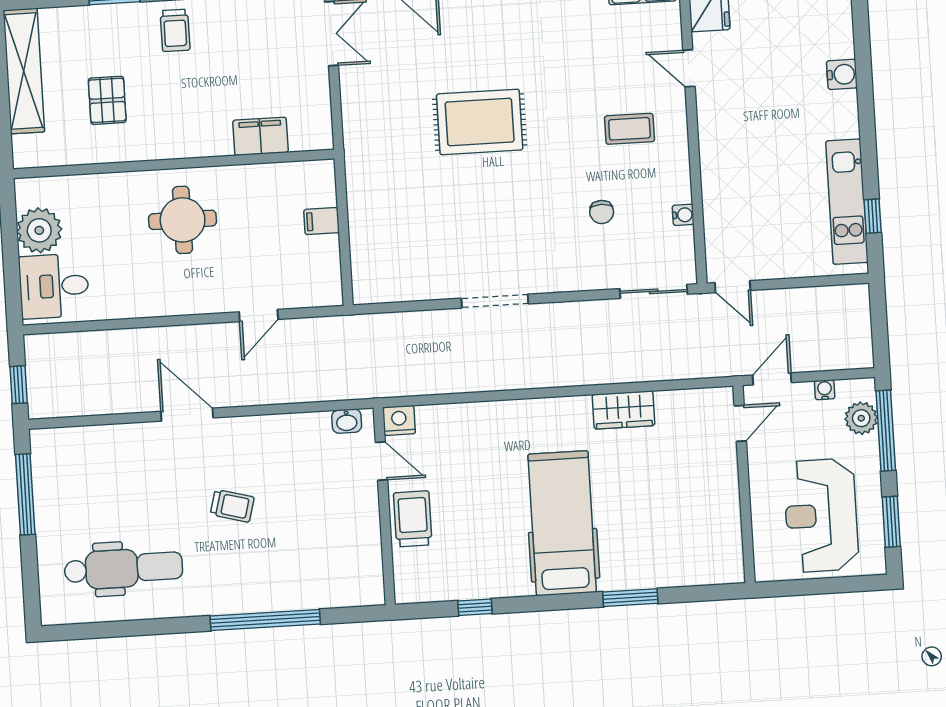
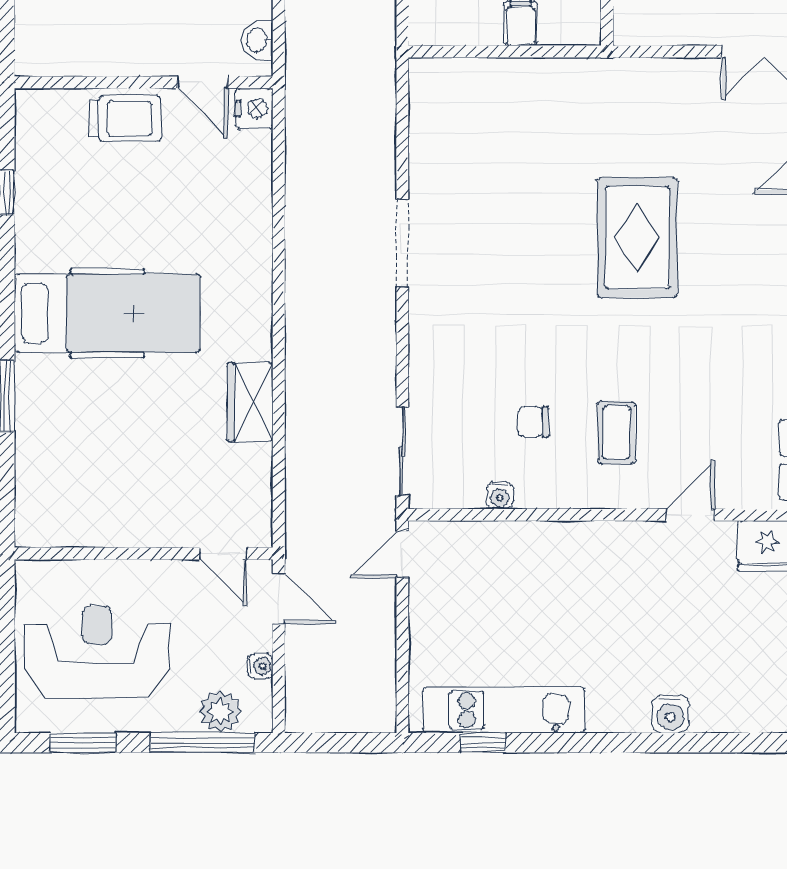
chair: (602, 212) -> (533, 422), moved
door: (381, 461) -> (203, 82), hinge flipped

